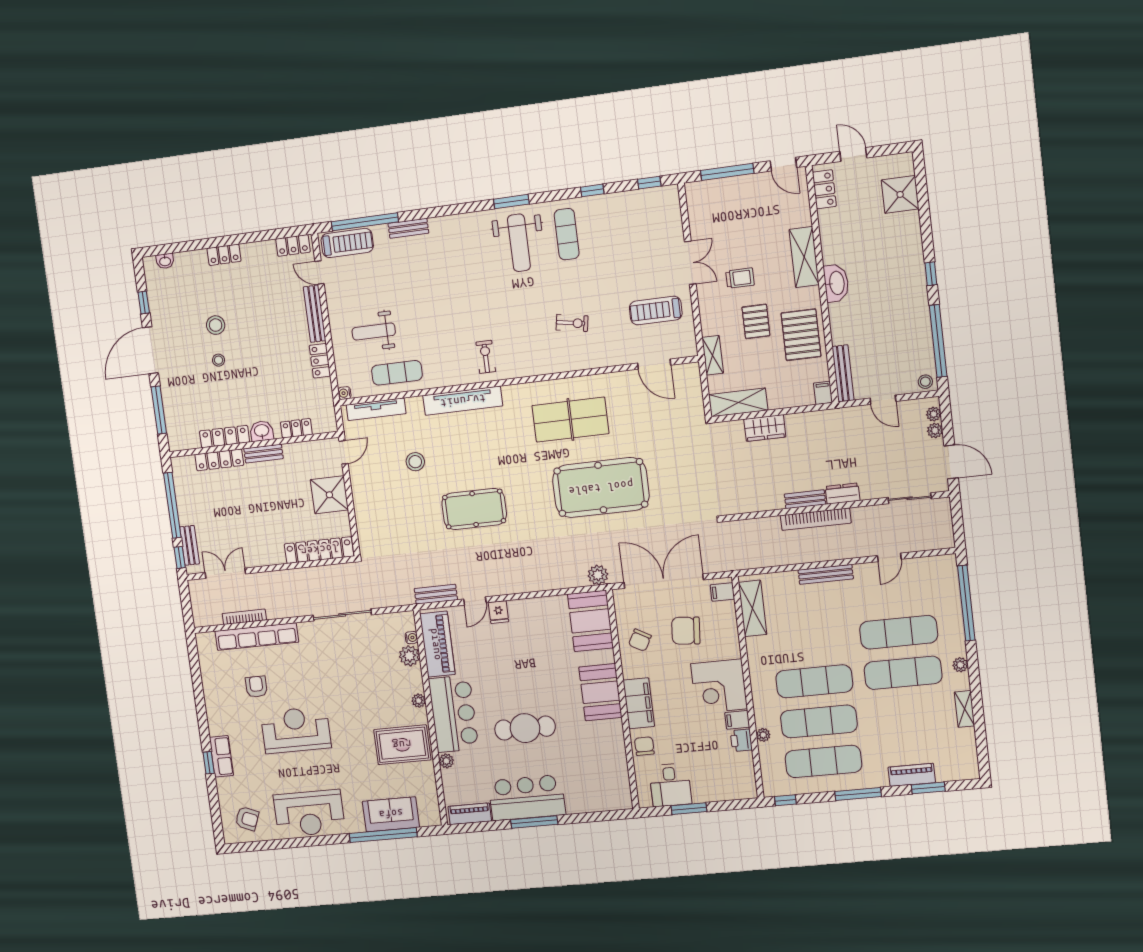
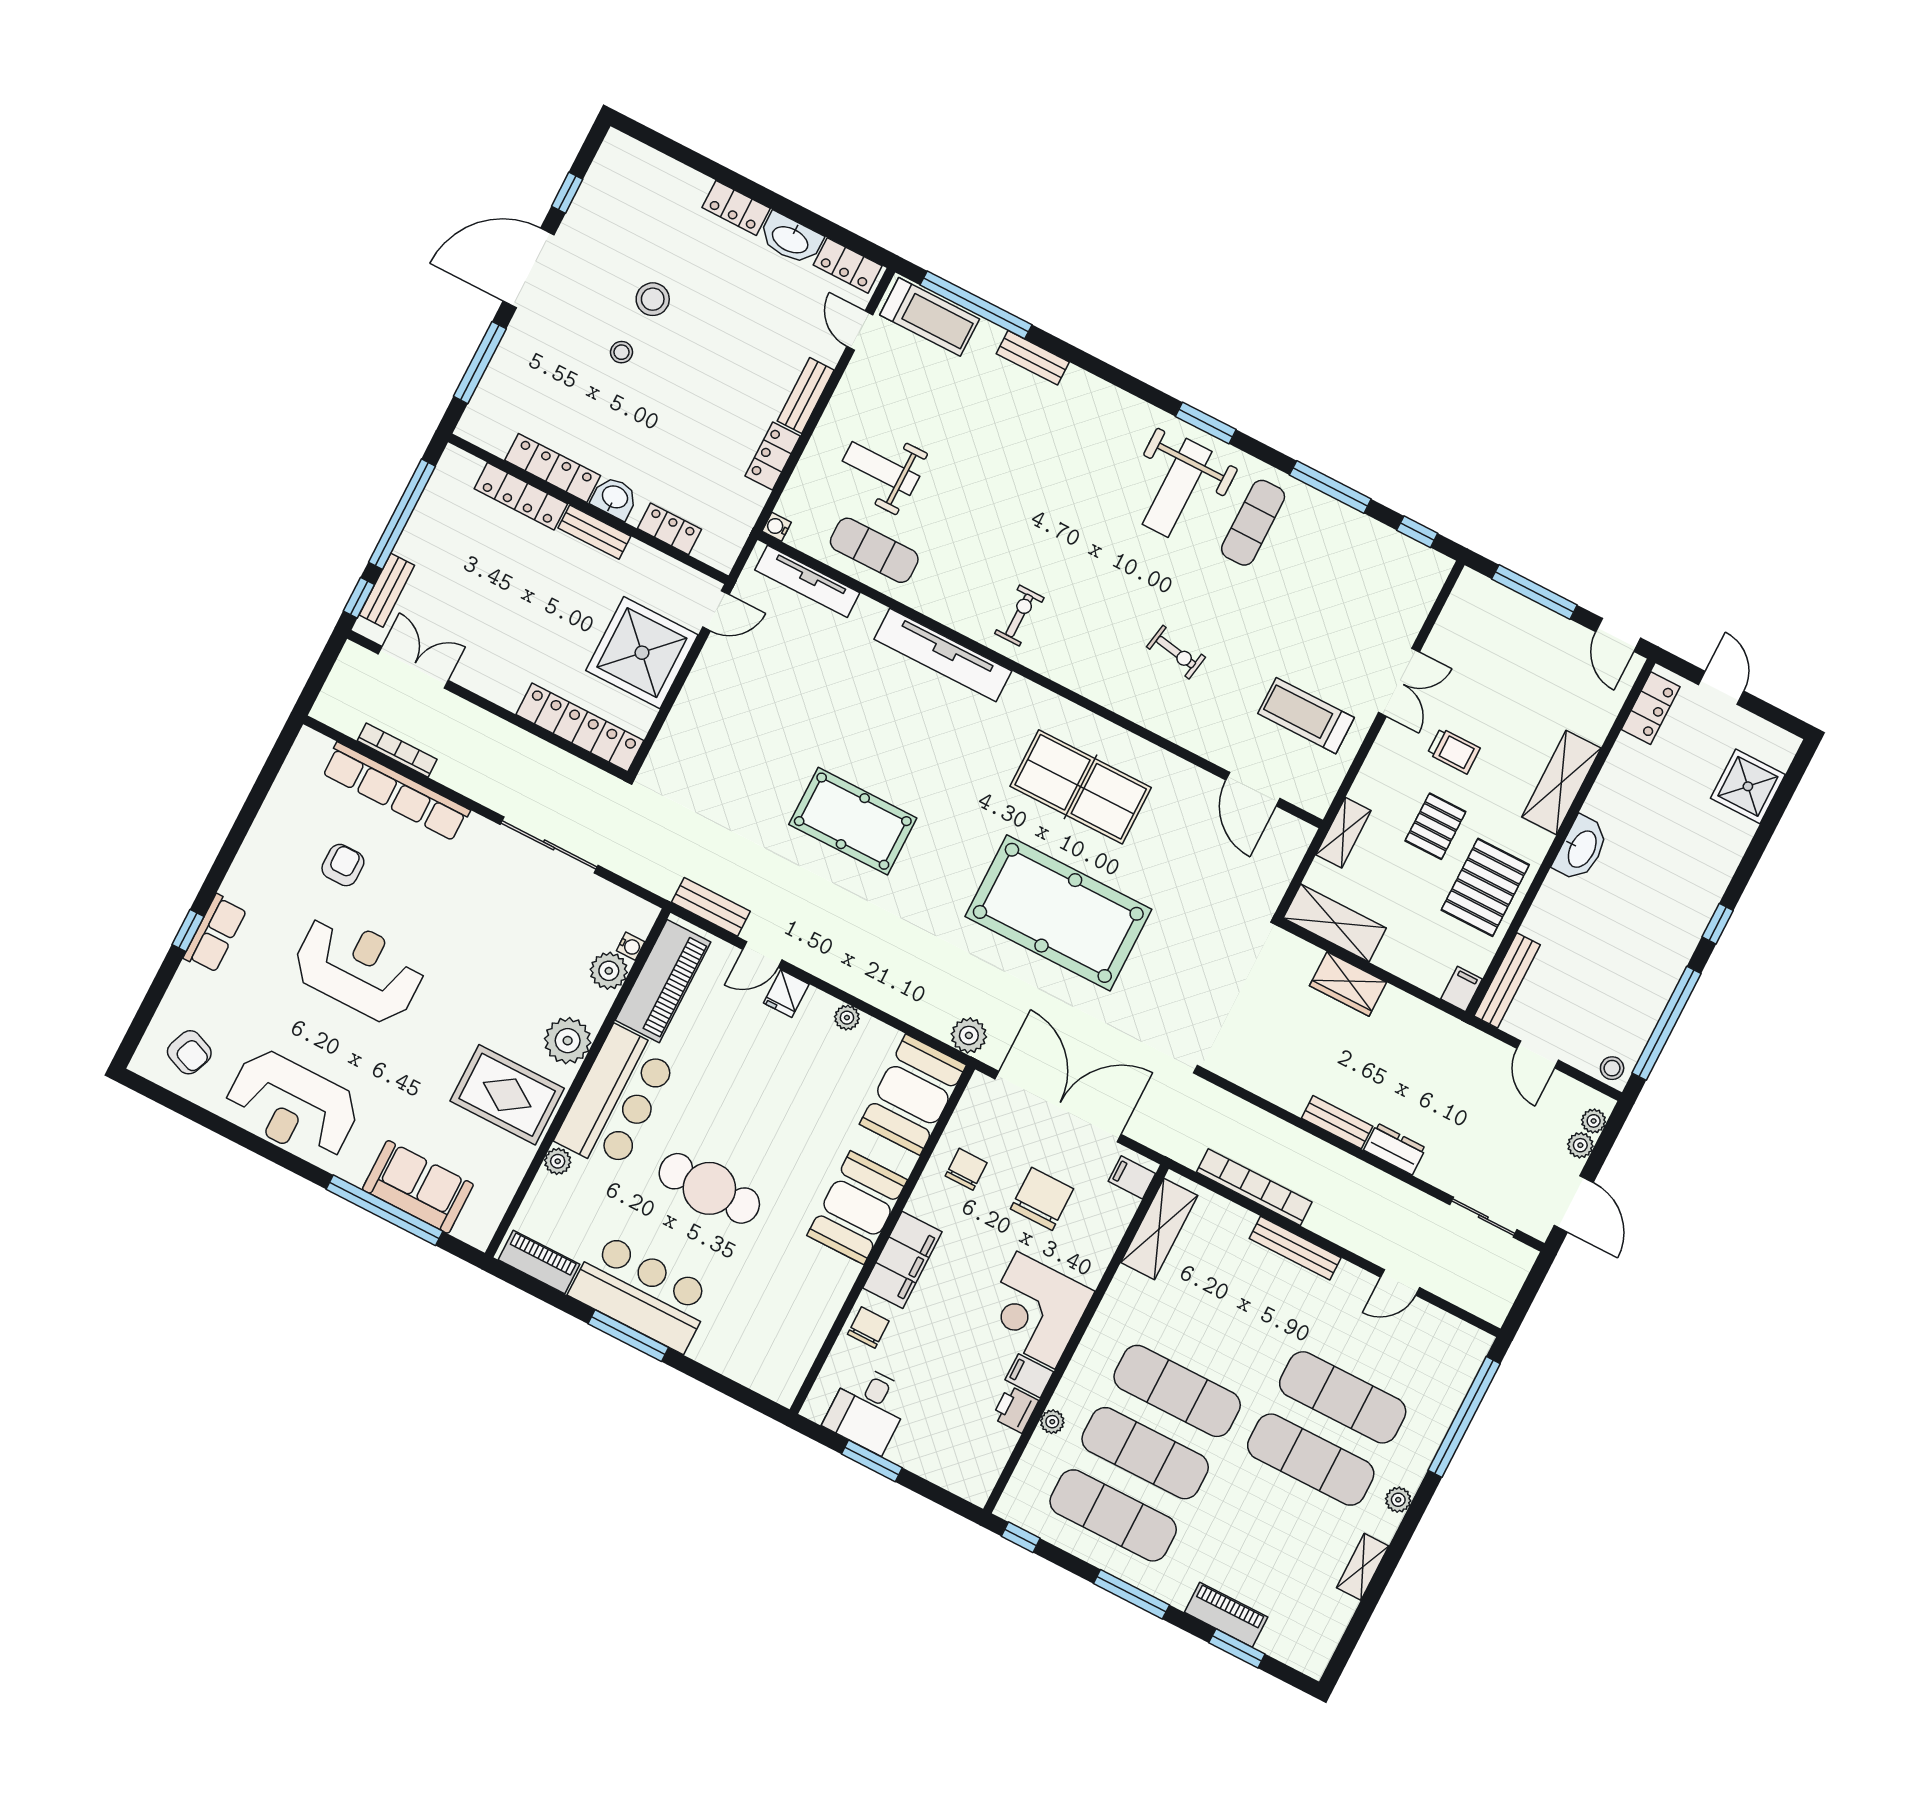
window: (592, 190) -> (1330, 487), width x2.17
washbasin: (165, 261) -> (791, 239), moved, width x1.91, depth x1.45
bench: (315, 314) -> (806, 396), width x0.73
stool: (415, 462) -> (813, 695), removed
shower: (329, 495) -> (642, 653), width x1.37, depth x1.37
bookcase: (816, 519) -> (1254, 1187), moved, turned 180
plant: (535, 605) -> (847, 1018), added
chair: (686, 631) -> (1042, 1199), turned 85
chair: (640, 640) -> (966, 1169), turned 151
plant: (419, 701) -> (568, 1041), width x1.87, depth x1.87

